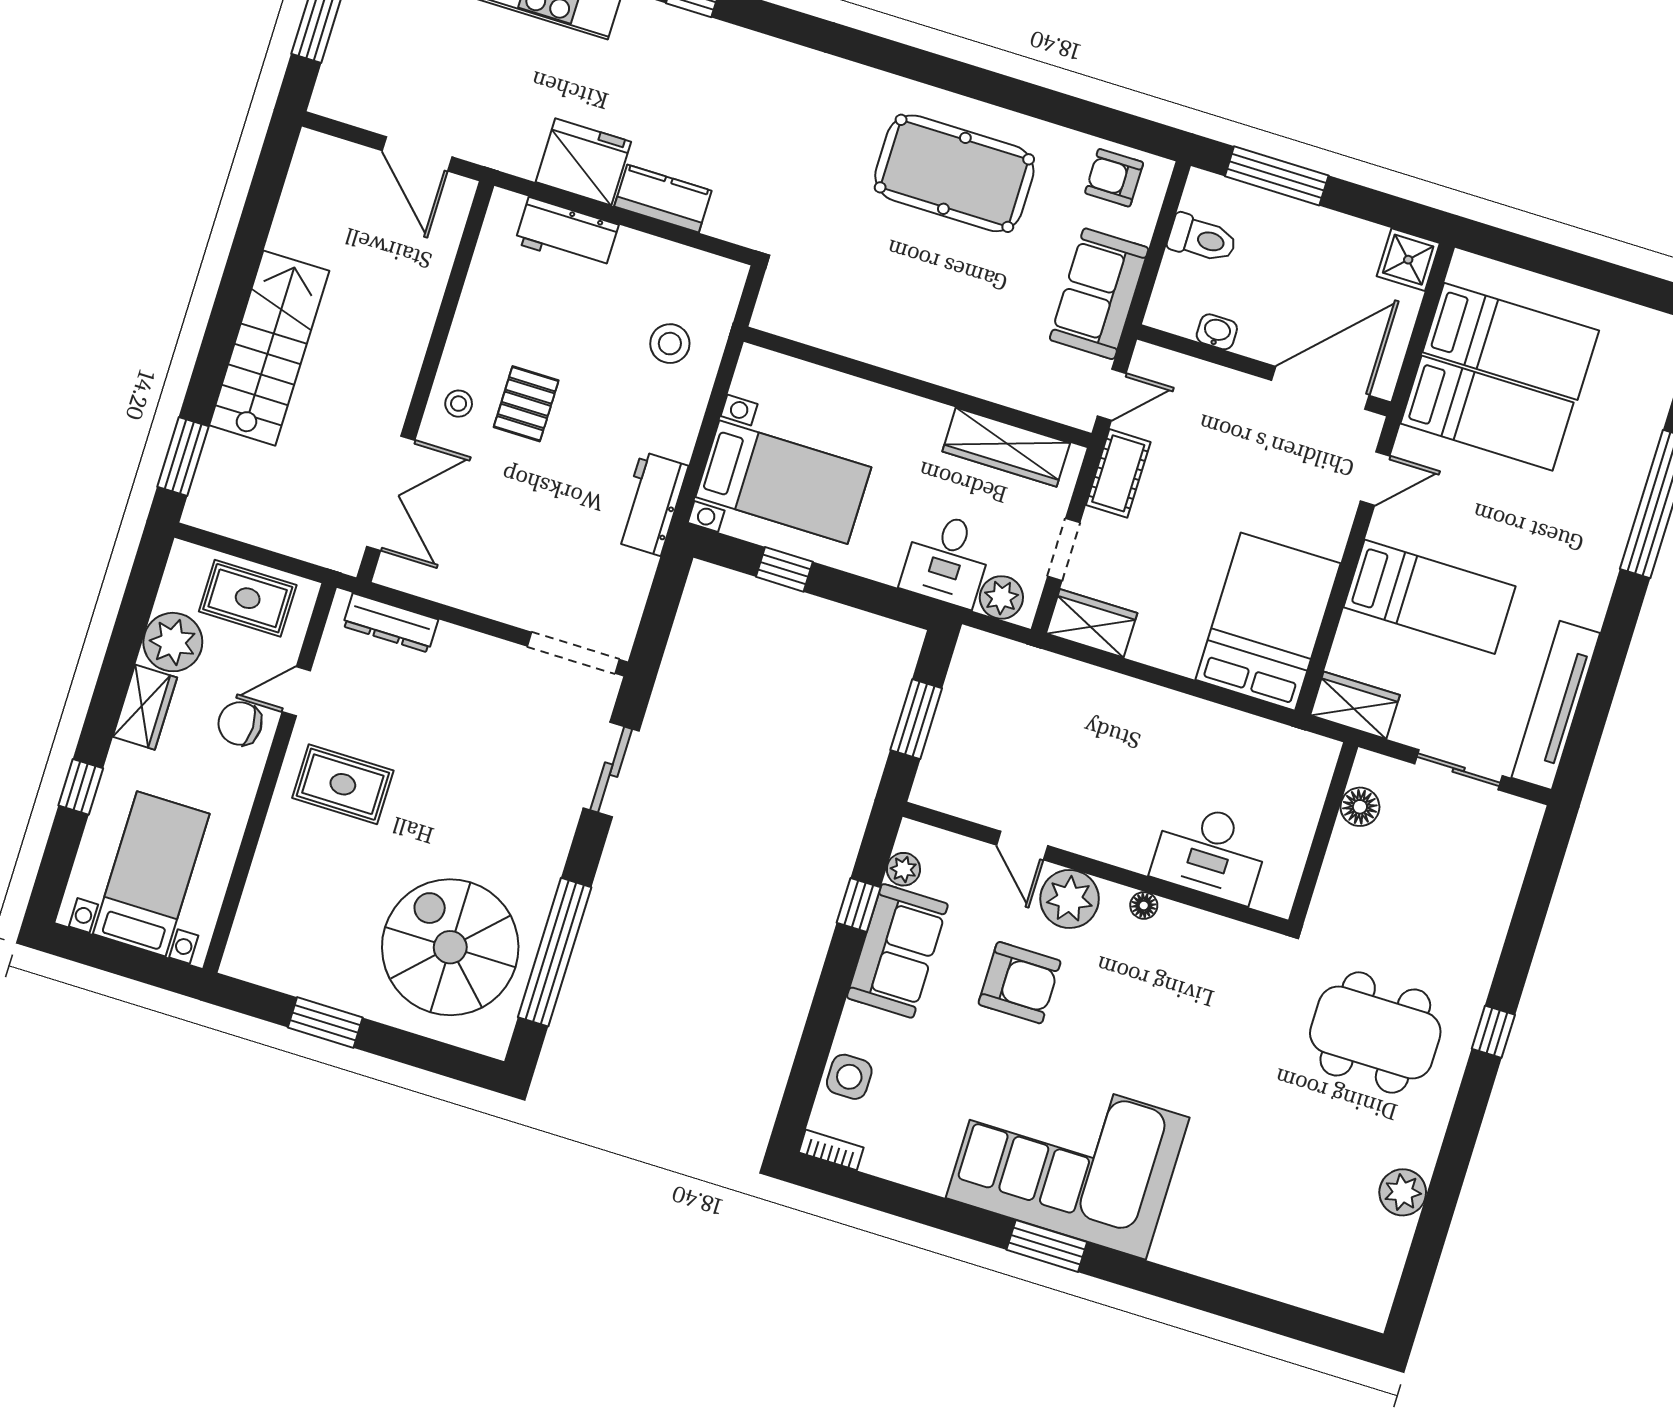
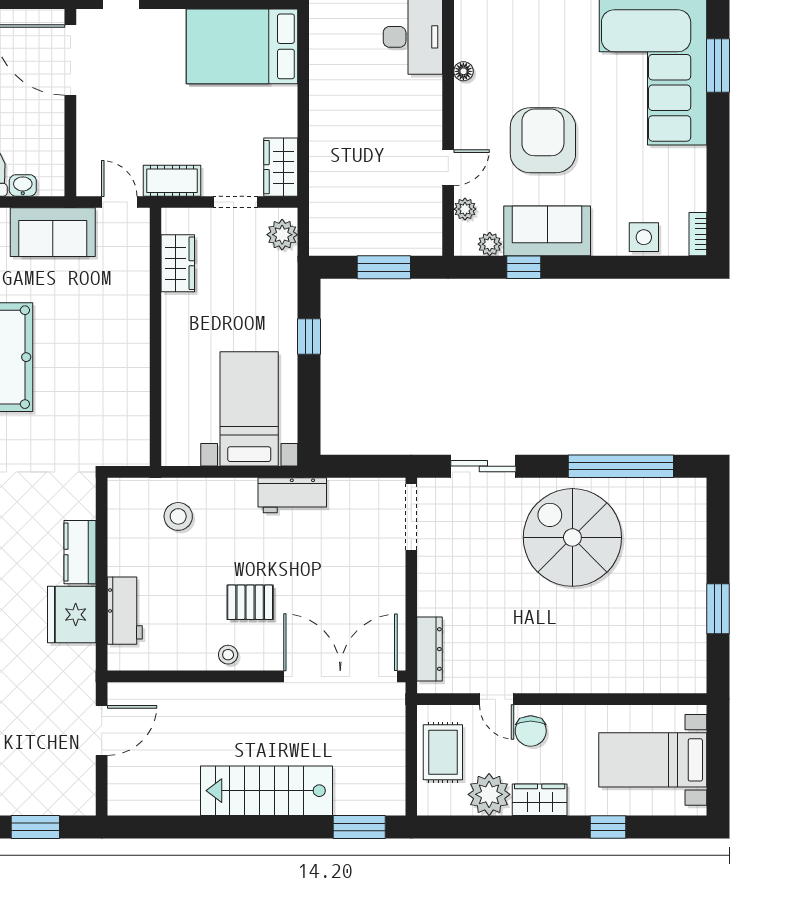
washbasin: (1217, 332) -> (23, 185), moved, turned 90
stool: (459, 404) -> (228, 655), moved
wardrobe: (1006, 447) -> (178, 263), width x0.67
double door: (391, 493) -> (340, 676), width x1.36
desk: (947, 560) -> (268, 280), removed
window: (784, 569) -> (309, 337), moved
rug: (343, 784) -> (551, 647), removed
plant: (1070, 899) -> (465, 209), moved, width x0.53, depth x0.53
spiral stairs: (450, 947) -> (572, 537), moved, turned 90
armchair: (1020, 983) -> (543, 140), width x1.36, depth x1.36

